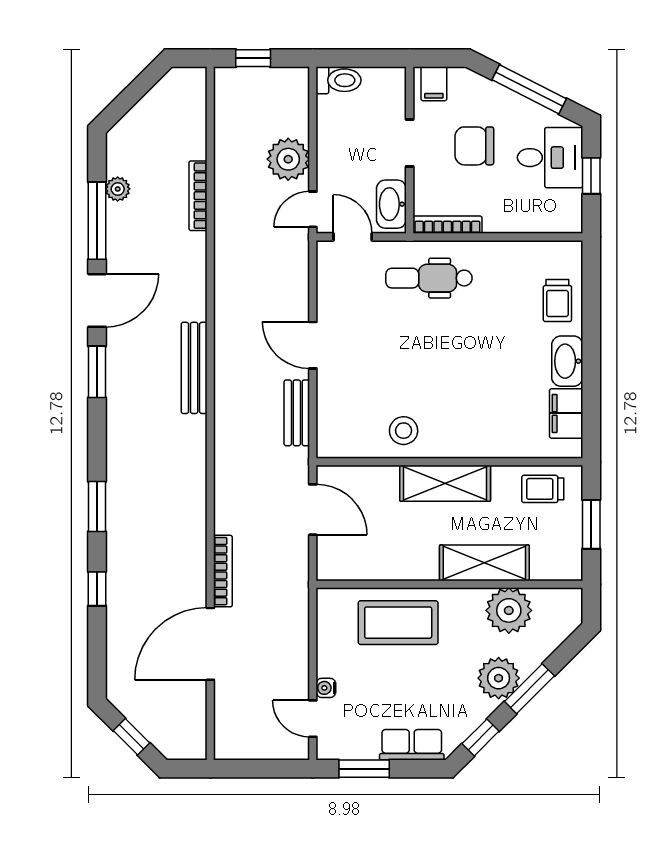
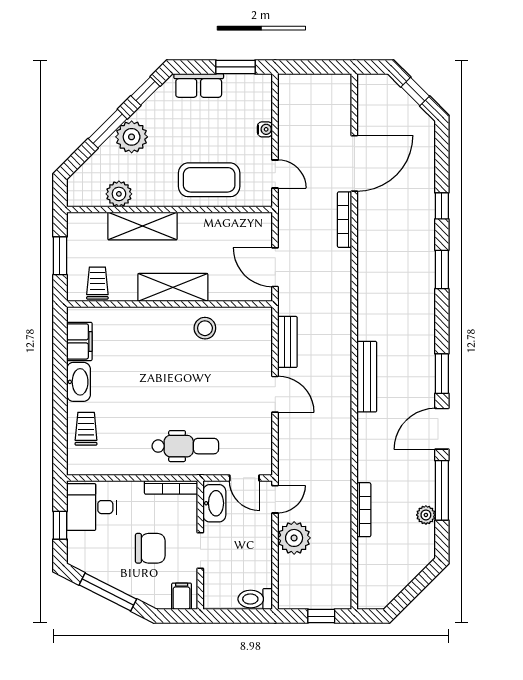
desk: (550, 158) -> (92, 507), moved
trolley: (543, 489) -> (97, 283), turned -90
plant: (509, 610) -> (119, 194), width x0.73, depth x0.73
door: (313, 719) -> (275, 174), moved

